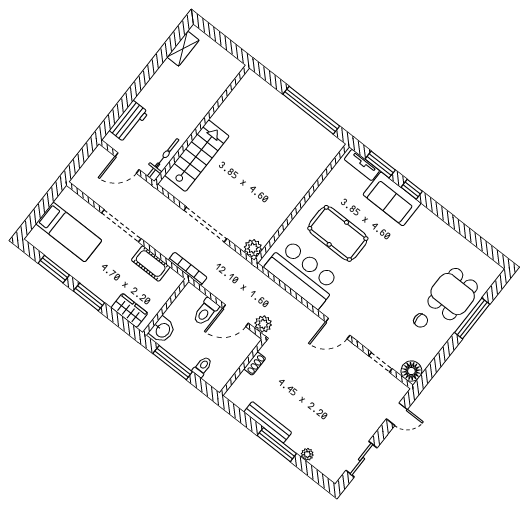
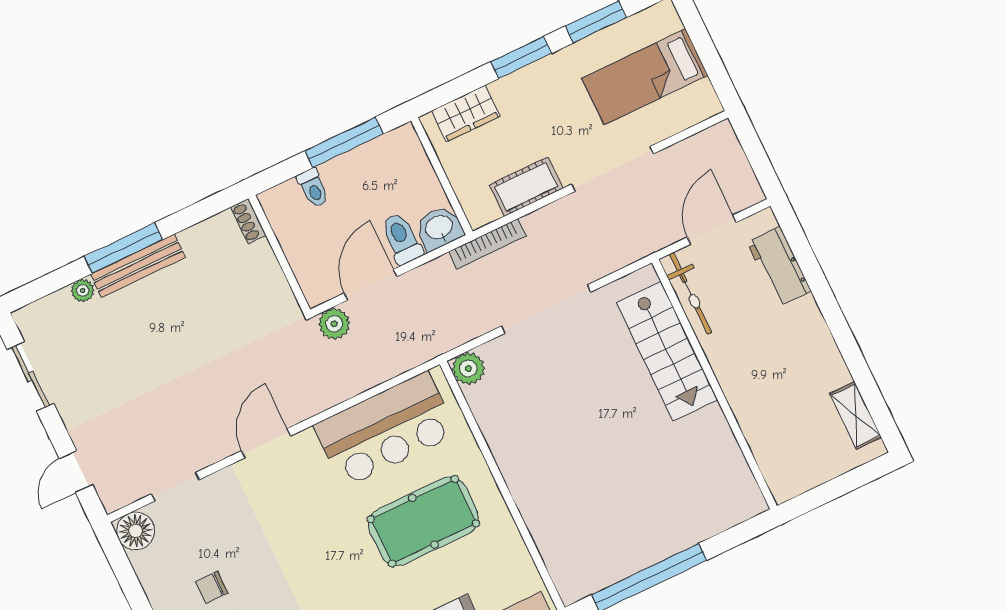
washbasin: (162, 330) -> (439, 228), moved, turned 90
shoe rack: (255, 364) -> (248, 221), moved
bench: (268, 422) -> (138, 266), moved

